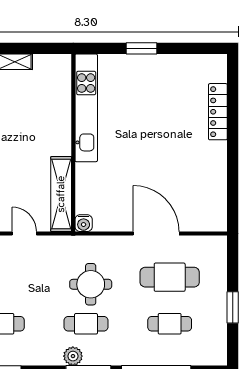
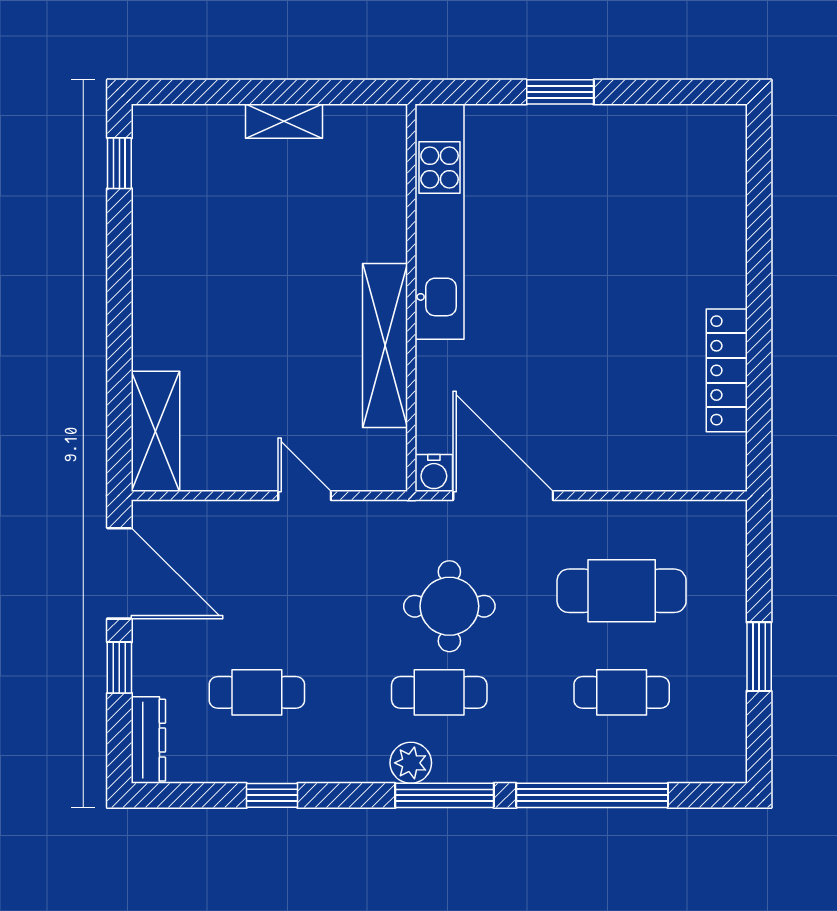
locker: (218, 112) -> (727, 370), moved
shelving: (61, 194) -> (385, 346), moved
door: (156, 234) -> (503, 496), moved

